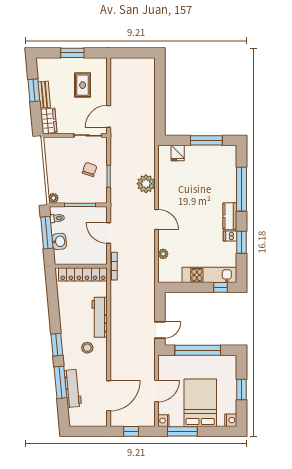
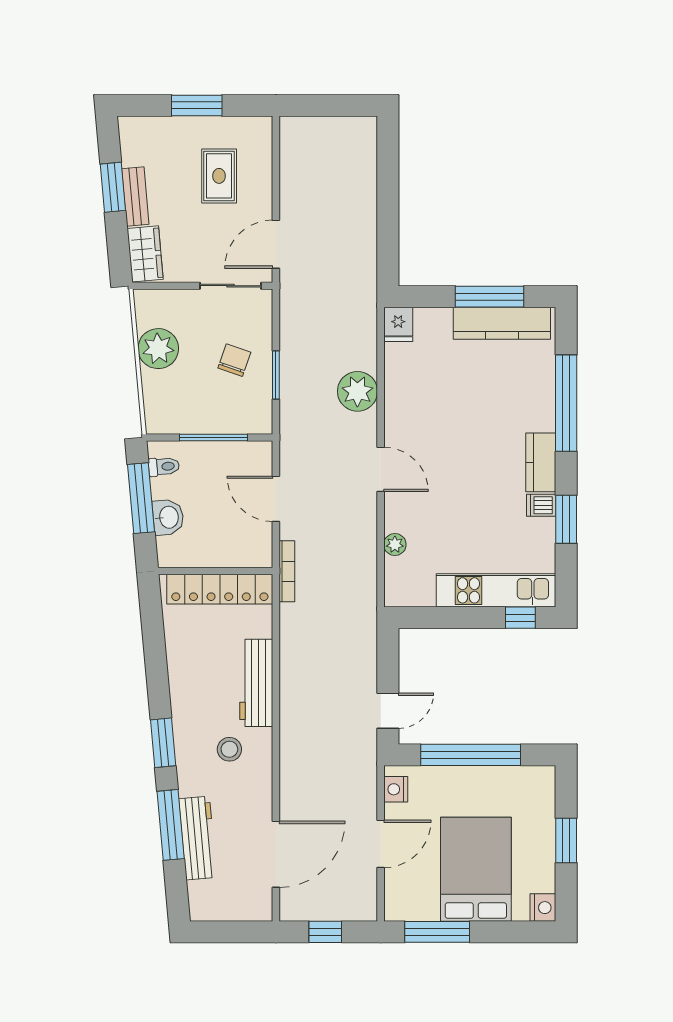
fridge: (178, 153) -> (398, 324), moved
kitchen counter: (212, 153) -> (502, 323), added
plant: (53, 198) -> (158, 349), moved, width x1.88, depth x1.88
nightstand: (163, 421) -> (396, 789), moved

